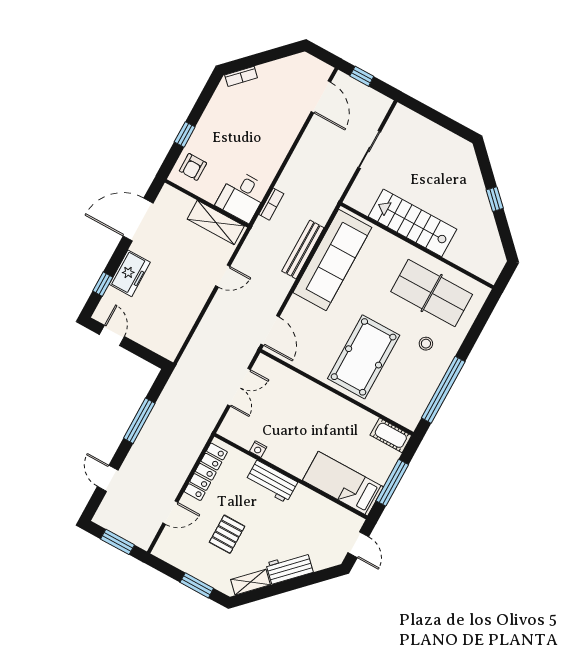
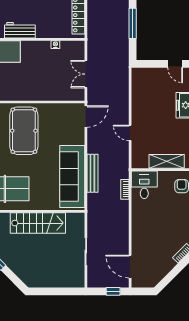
shelving: (216, 222) -> (167, 161), moved
door: (223, 276) -> (130, 133), hinge flipped
door: (270, 330) -> (86, 116), swing flipped
workbench: (272, 482) -> (20, 30), moved

